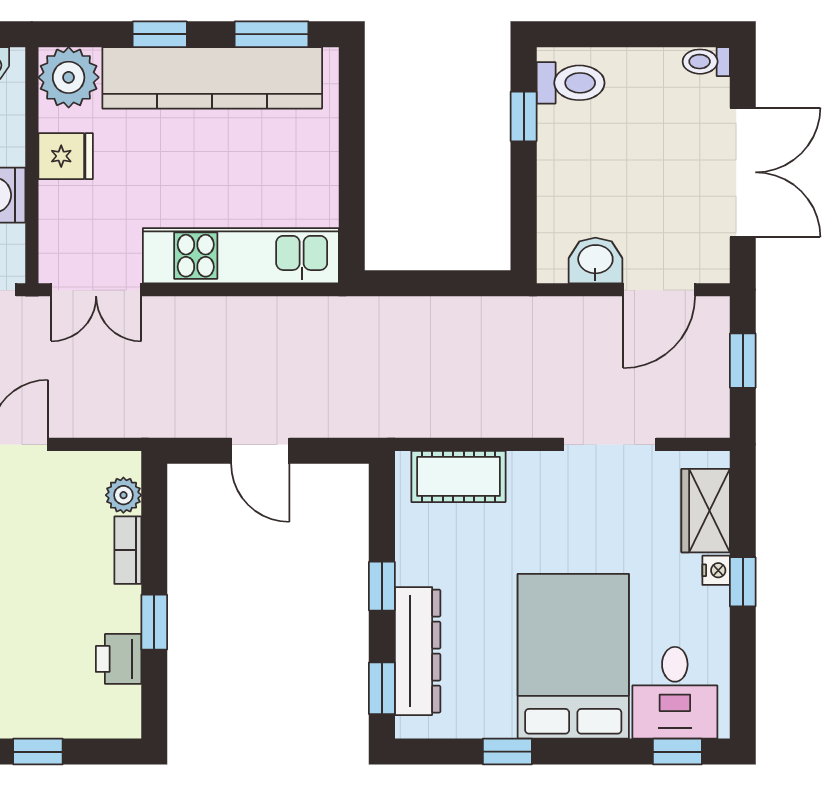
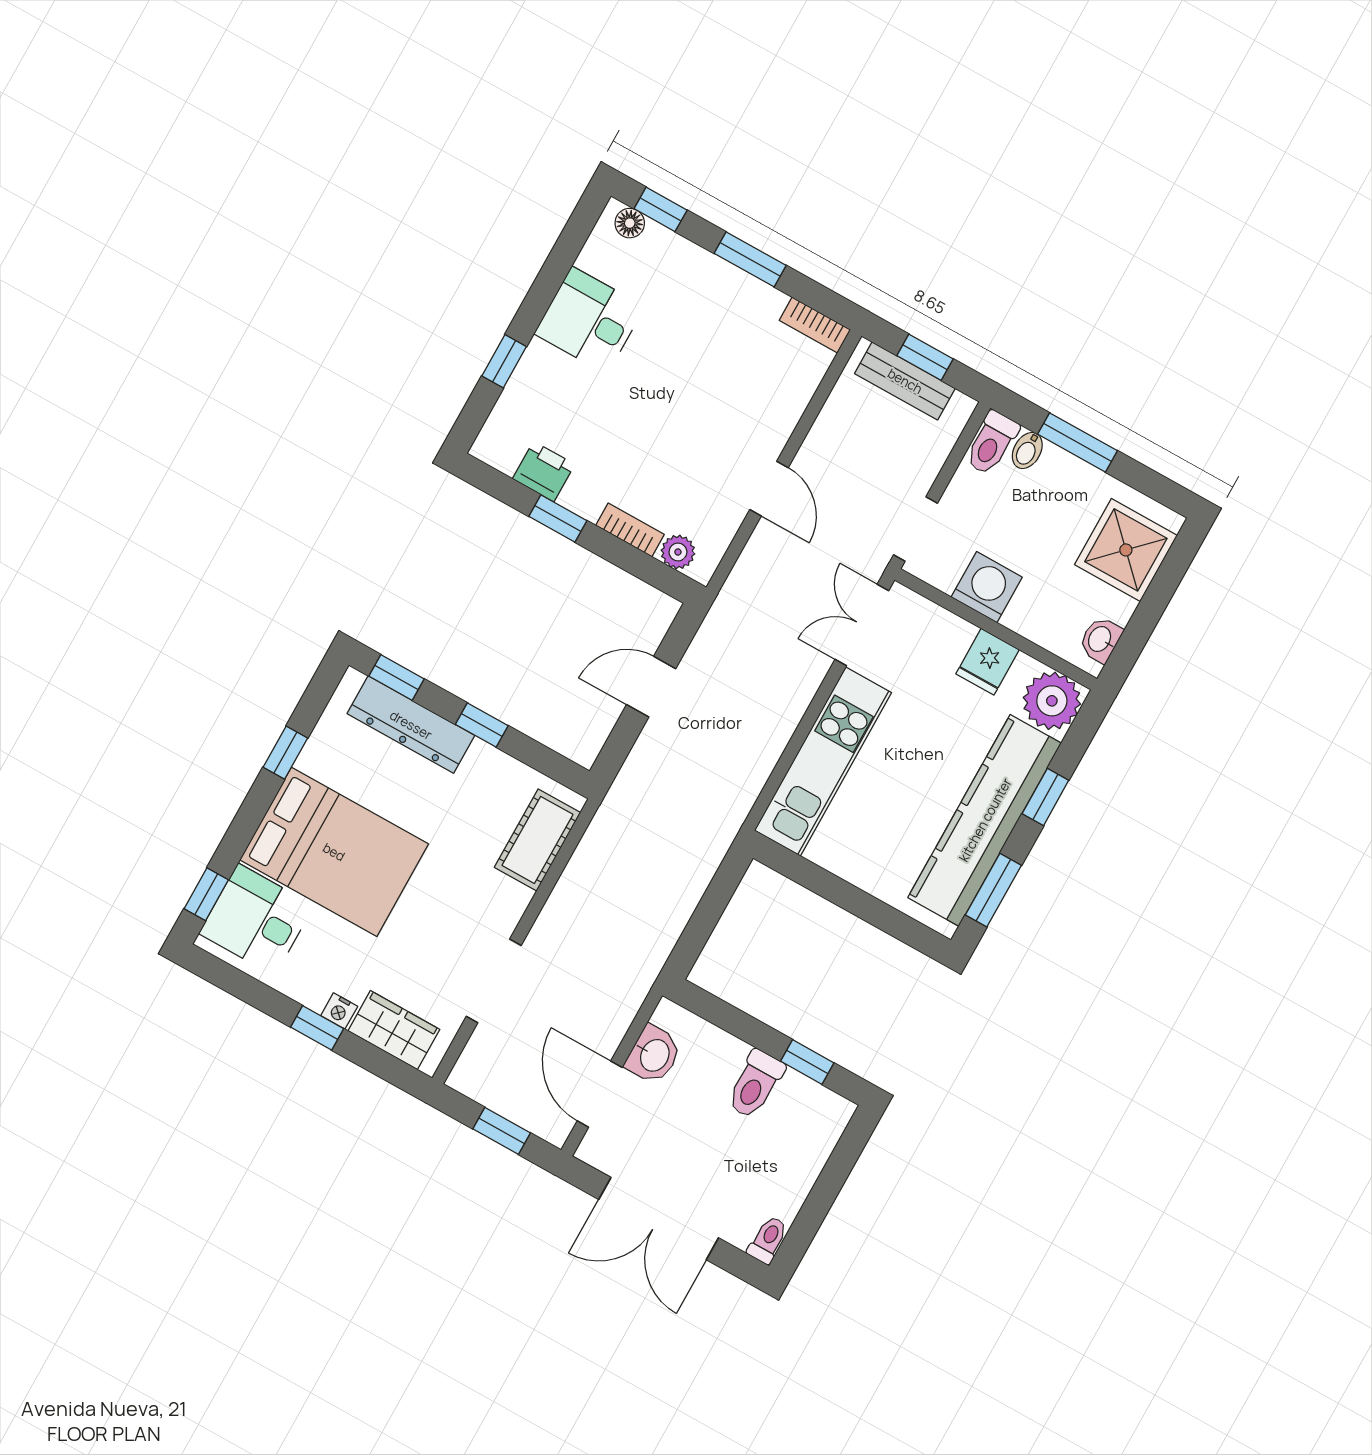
toilet: (571, 83) -> (755, 1084), moved

